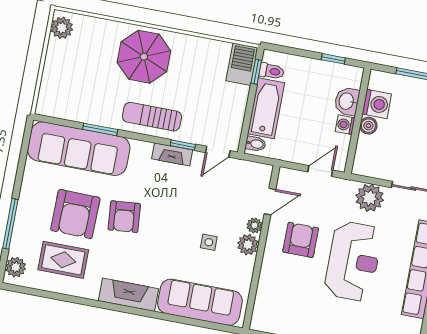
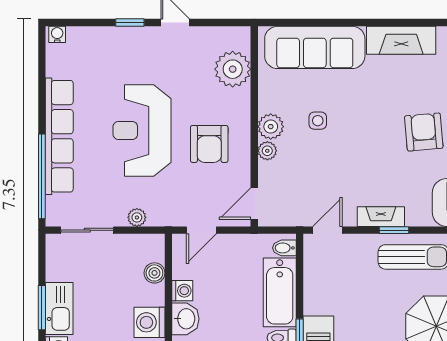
boiler: (368, 126) -> (154, 273), moved
window: (183, 145) -> (394, 230), moved
plant: (370, 198) -> (137, 217), width x0.53, depth x0.53
door: (270, 202) -> (254, 204), moved
plant: (270, 297) -> (233, 69), added

